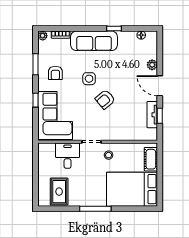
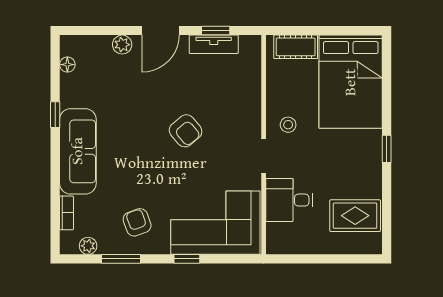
plant: (43, 36) -> (88, 246), moved
armchair: (55, 73) -> (137, 222), turned -110
side table: (89, 79) -> (148, 161), removed
window: (95, 209) -> (387, 149), width x0.46

